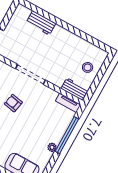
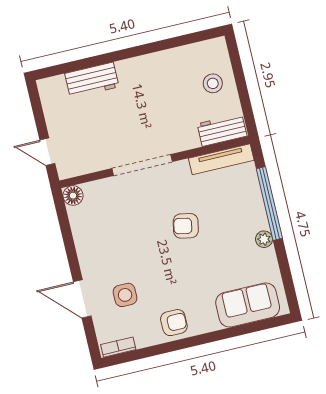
armchair: (13, 103) -> (186, 226), moved
tv unit: (68, 103) -> (221, 159), width x1.41

